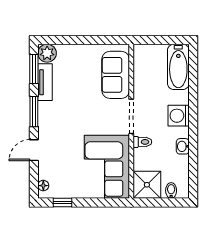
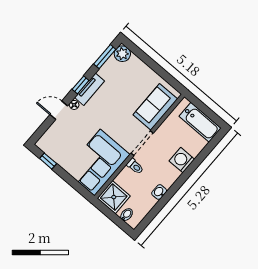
bathtub: (178, 67) -> (200, 122), moved, turned -90
tv unit: (45, 82) -> (90, 89), moved
window: (34, 112) -> (81, 85), width x0.67
washing machine: (179, 116) -> (182, 160), moved
floor lamp: (43, 186) -> (74, 105), moved

